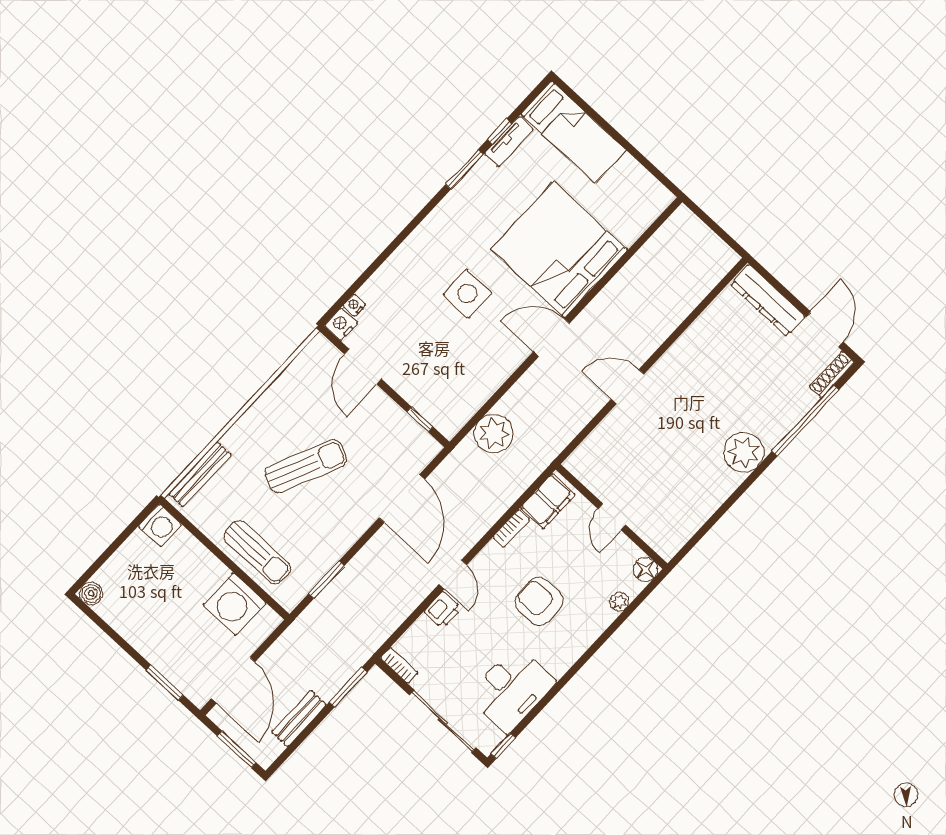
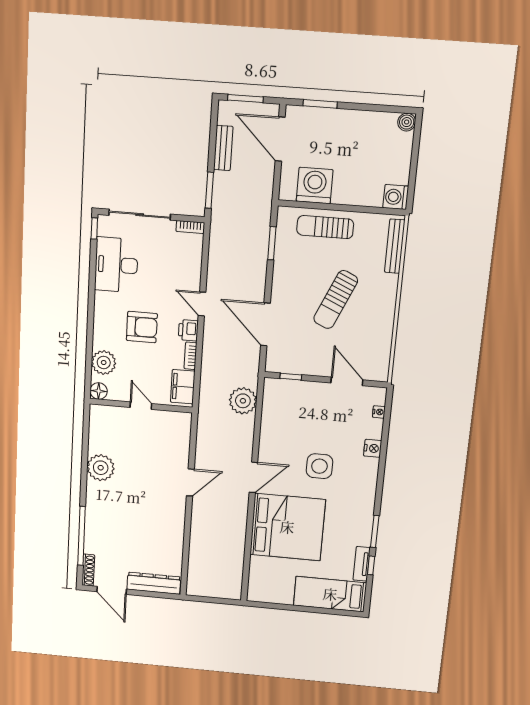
nightstand: (341, 324) -> (373, 448), moved
plant: (744, 452) -> (101, 468), moved
plant: (619, 602) -> (104, 363), width x1.88, depth x1.88
printer: (443, 610) -> (188, 330), moved

